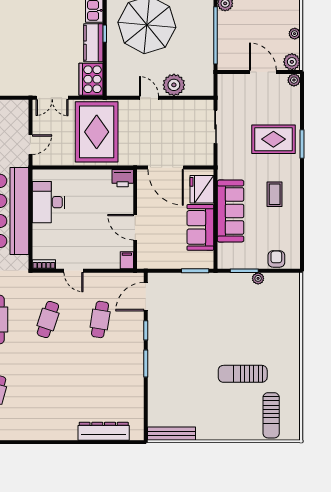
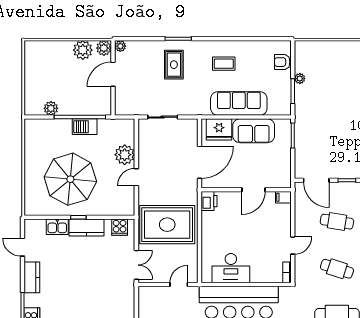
plant: (295, 34) -> (83, 50), width x1.87, depth x1.87
barbecue: (205, 41) -> (85, 127), added
cooker: (91, 79) -> (120, 227), width x0.53, depth x0.76
rug: (273, 139) -> (174, 65), width x0.73, depth x0.70
door: (30, 145) -> (179, 284), hinge flipped

